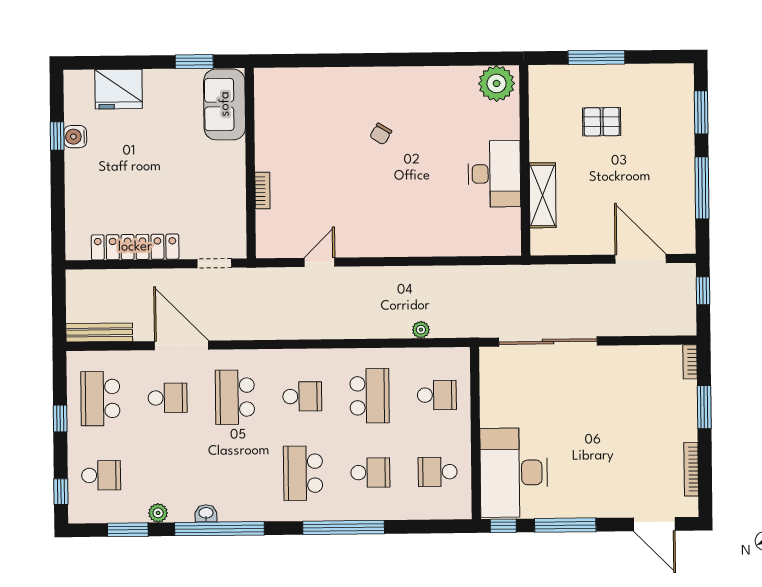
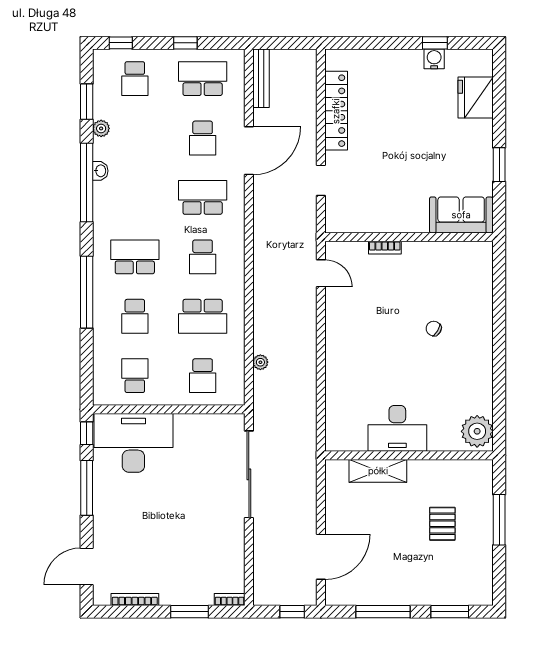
sofa: (225, 104) -> (461, 215), moved
wall: (250, 163) -> (409, 237), moved
bookcase: (262, 190) -> (385, 248), moved

